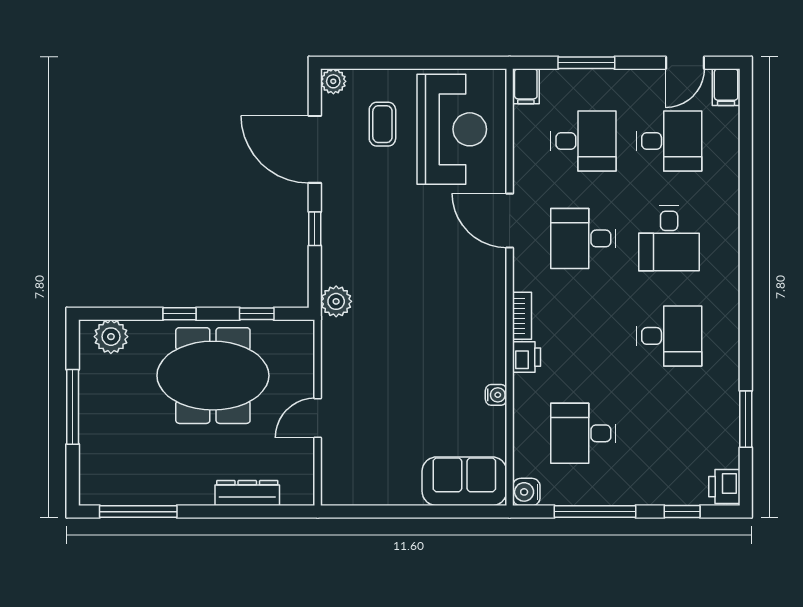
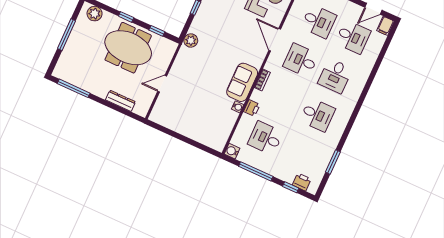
printer: (527, 357) -> (252, 108), moved
sofa: (464, 481) -> (242, 82), moved, turned -90
printer: (724, 487) -> (302, 182), moved, turned 90

